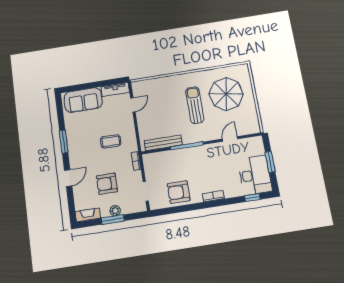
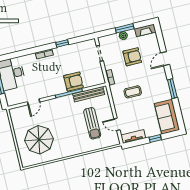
window: (90, 85) -> (155, 138), added
sofa: (83, 100) -> (167, 117), moved, turned -90
door: (133, 105) -> (117, 124), hinge flipped
sun lounger: (195, 105) -> (92, 123), moved
armchair: (179, 192) -> (74, 82), moved
window: (252, 198) -> (62, 43), moved

